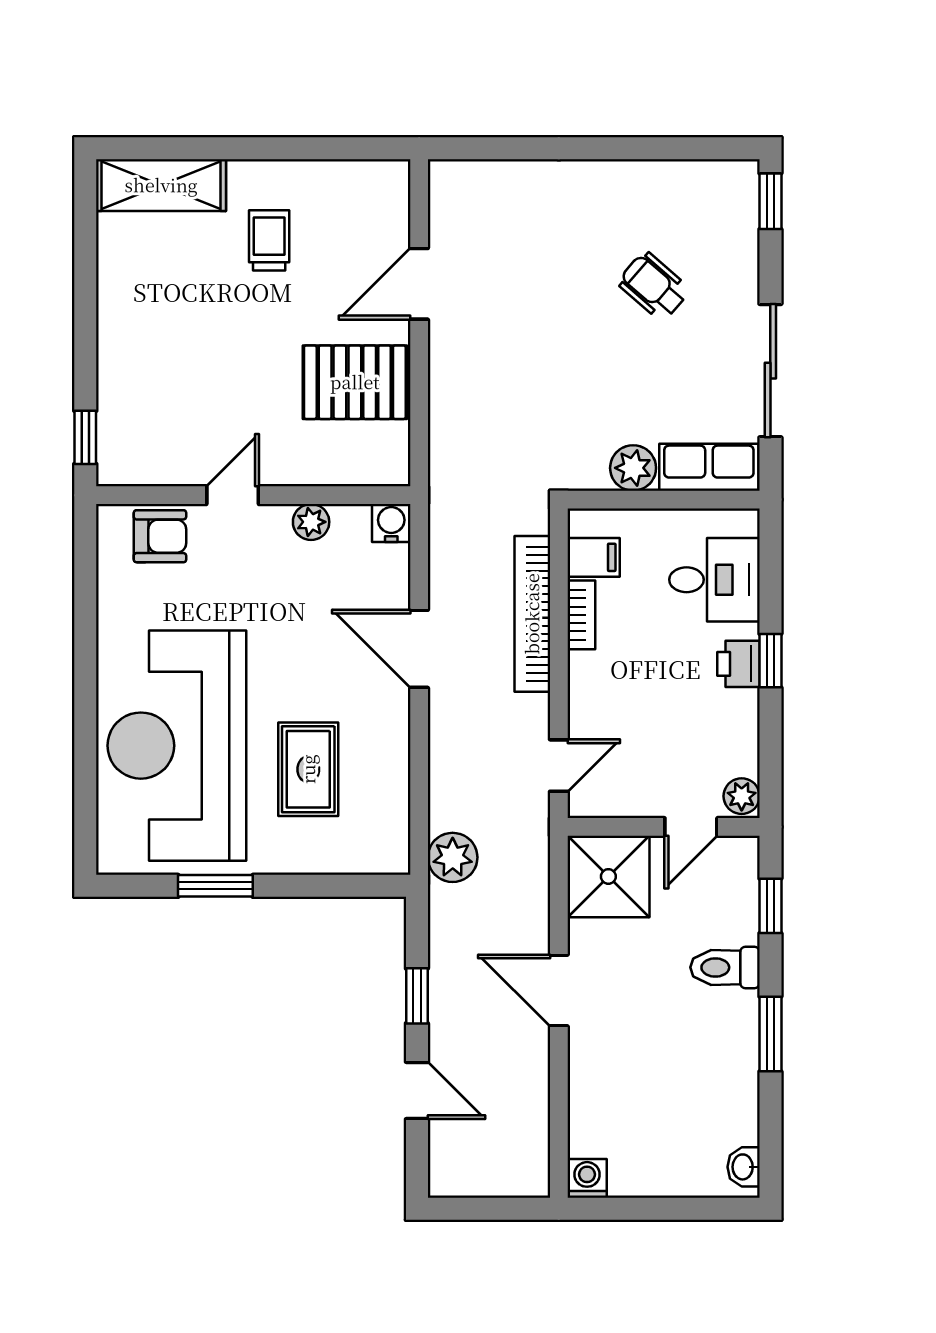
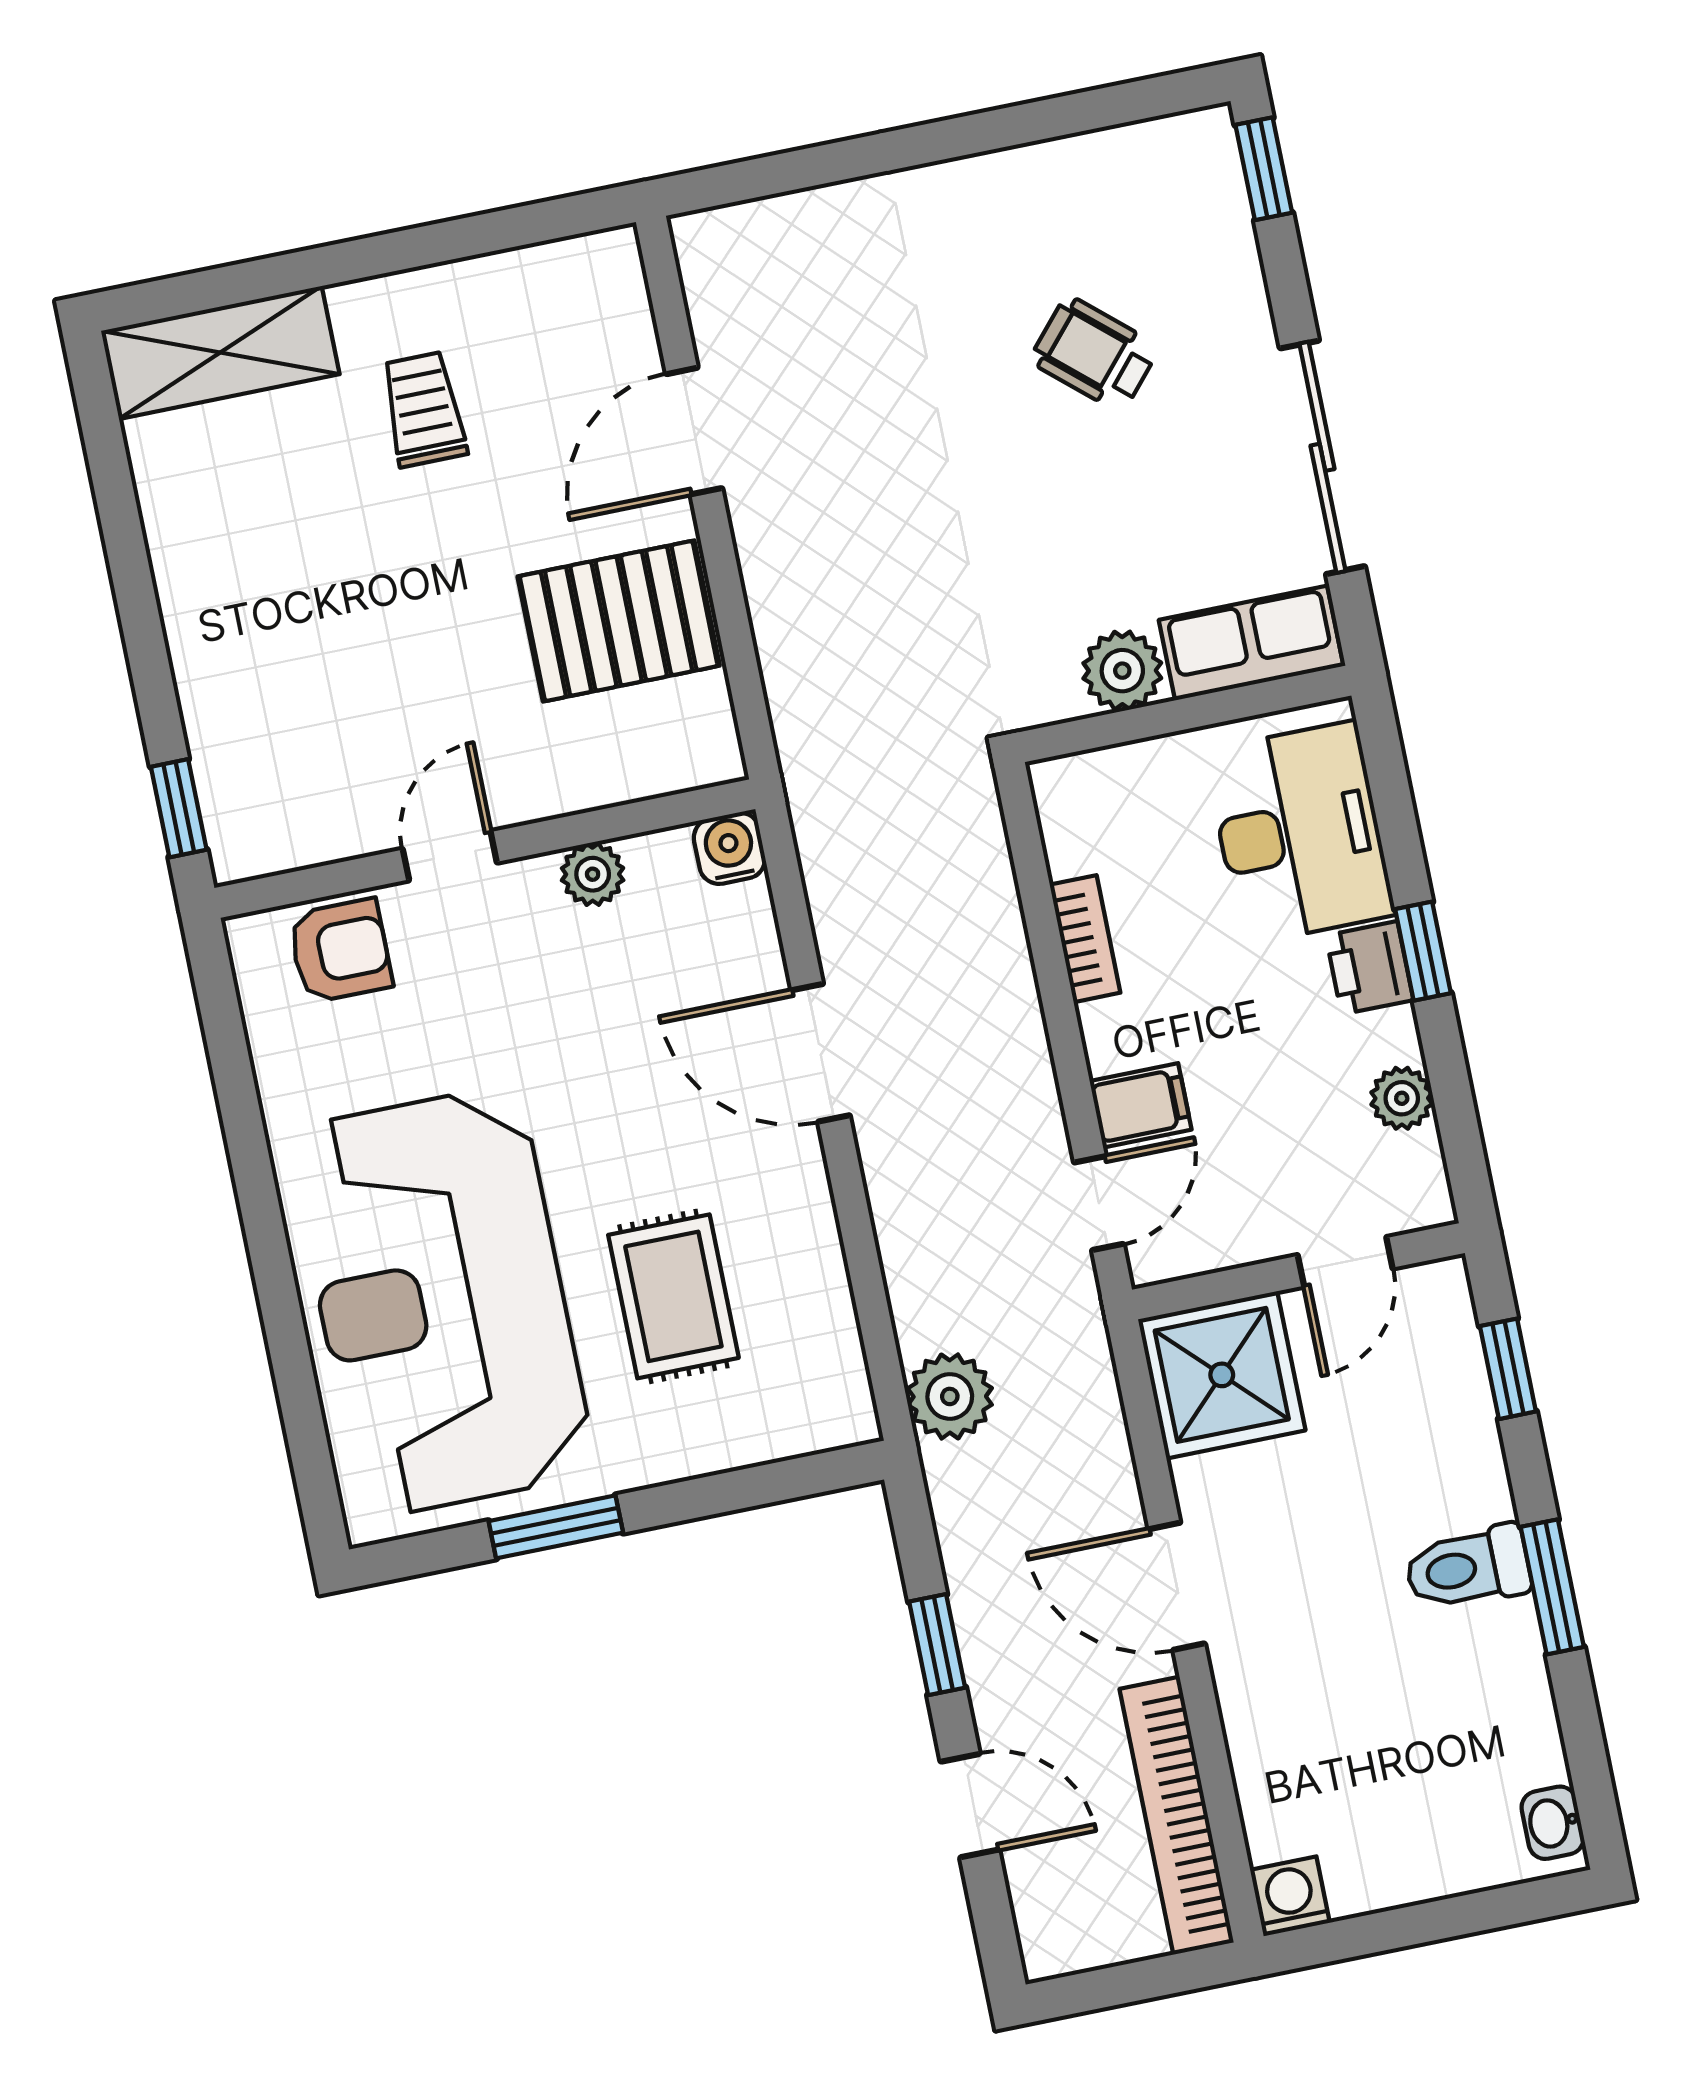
filing cabinet: (594, 557) -> (1141, 1105), moved
desk: (714, 580) -> (1300, 833), width x1.37
bookcase: (532, 614) -> (1177, 1816), moved
plant: (742, 796) -> (1402, 1098), moved
toilet: (725, 967) -> (1468, 1568), moved

